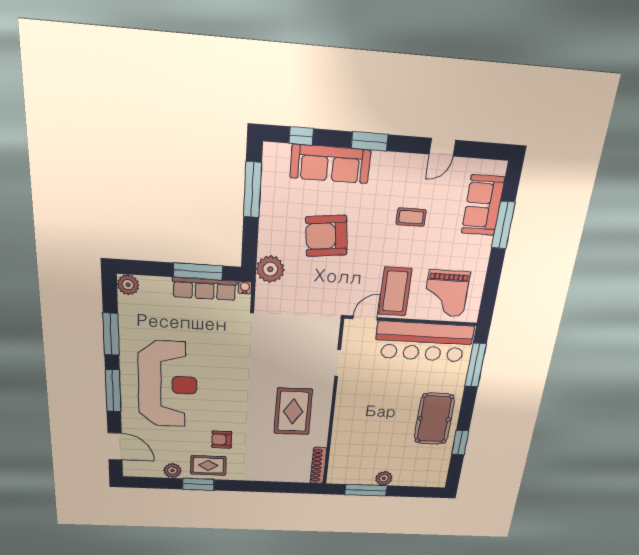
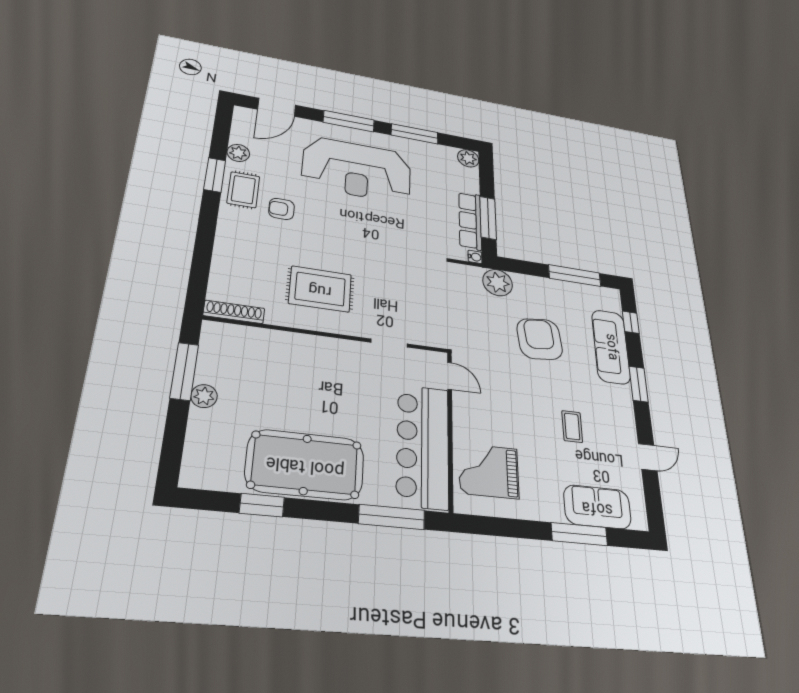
door: (442, 147) -> (648, 457), swing flipped
coffee table: (395, 291) -> (485, 410), removed
pool table: (434, 419) -> (305, 465), width x1.36, depth x1.32
armchair: (222, 439) -> (281, 209), turned -90

